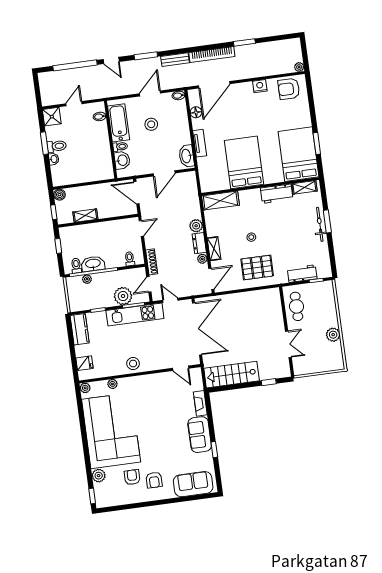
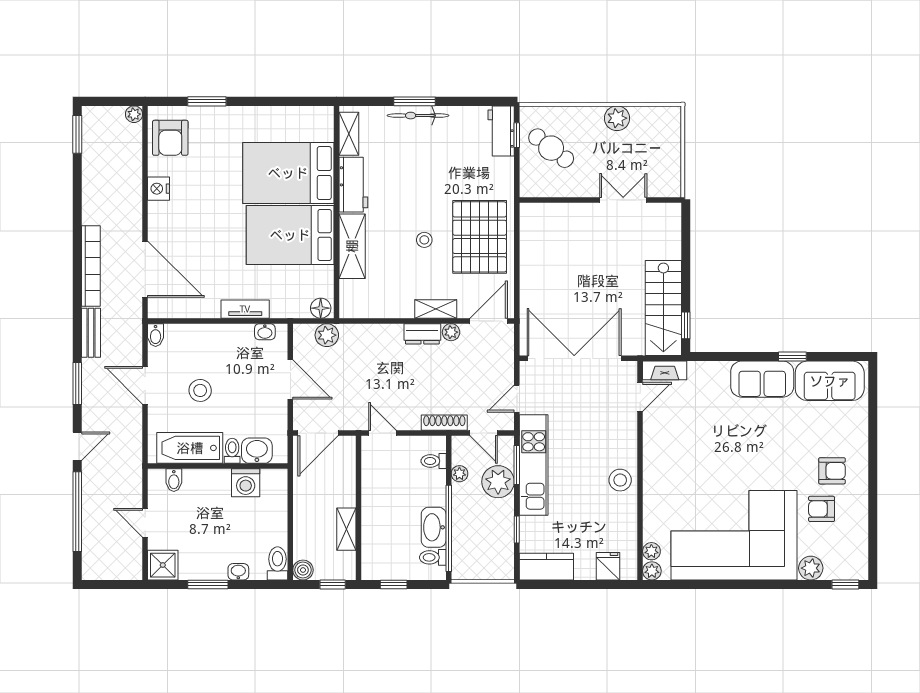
window: (244, 42) -> (77, 134), moved
floor lamp: (196, 112) -> (321, 308), moved
window: (317, 143) -> (207, 101), moved
toilet: (57, 146) -> (277, 563), moved
bed: (298, 154) -> (288, 173), moved
washing machine: (104, 156) -> (246, 483), added
washbasin: (187, 156) -> (265, 332), width x0.52, depth x0.69
shelving: (220, 201) -> (352, 246), moved
plant: (196, 226) -> (327, 335), moved
pallet: (257, 267) -> (480, 237), width x1.37, depth x1.41
workbench: (302, 274) -> (501, 131), moved
plant: (87, 279) -> (459, 474), moved
door: (211, 279) -> (489, 321), hinge flipped
cafe table: (296, 306) -> (551, 148), moved, turned 38
window: (269, 382) -> (686, 325), moved
plant: (112, 384) -> (651, 551), moved
fireplace: (200, 403) -> (665, 370), moved
sofa: (193, 484) -> (830, 381), moved, turned -90

